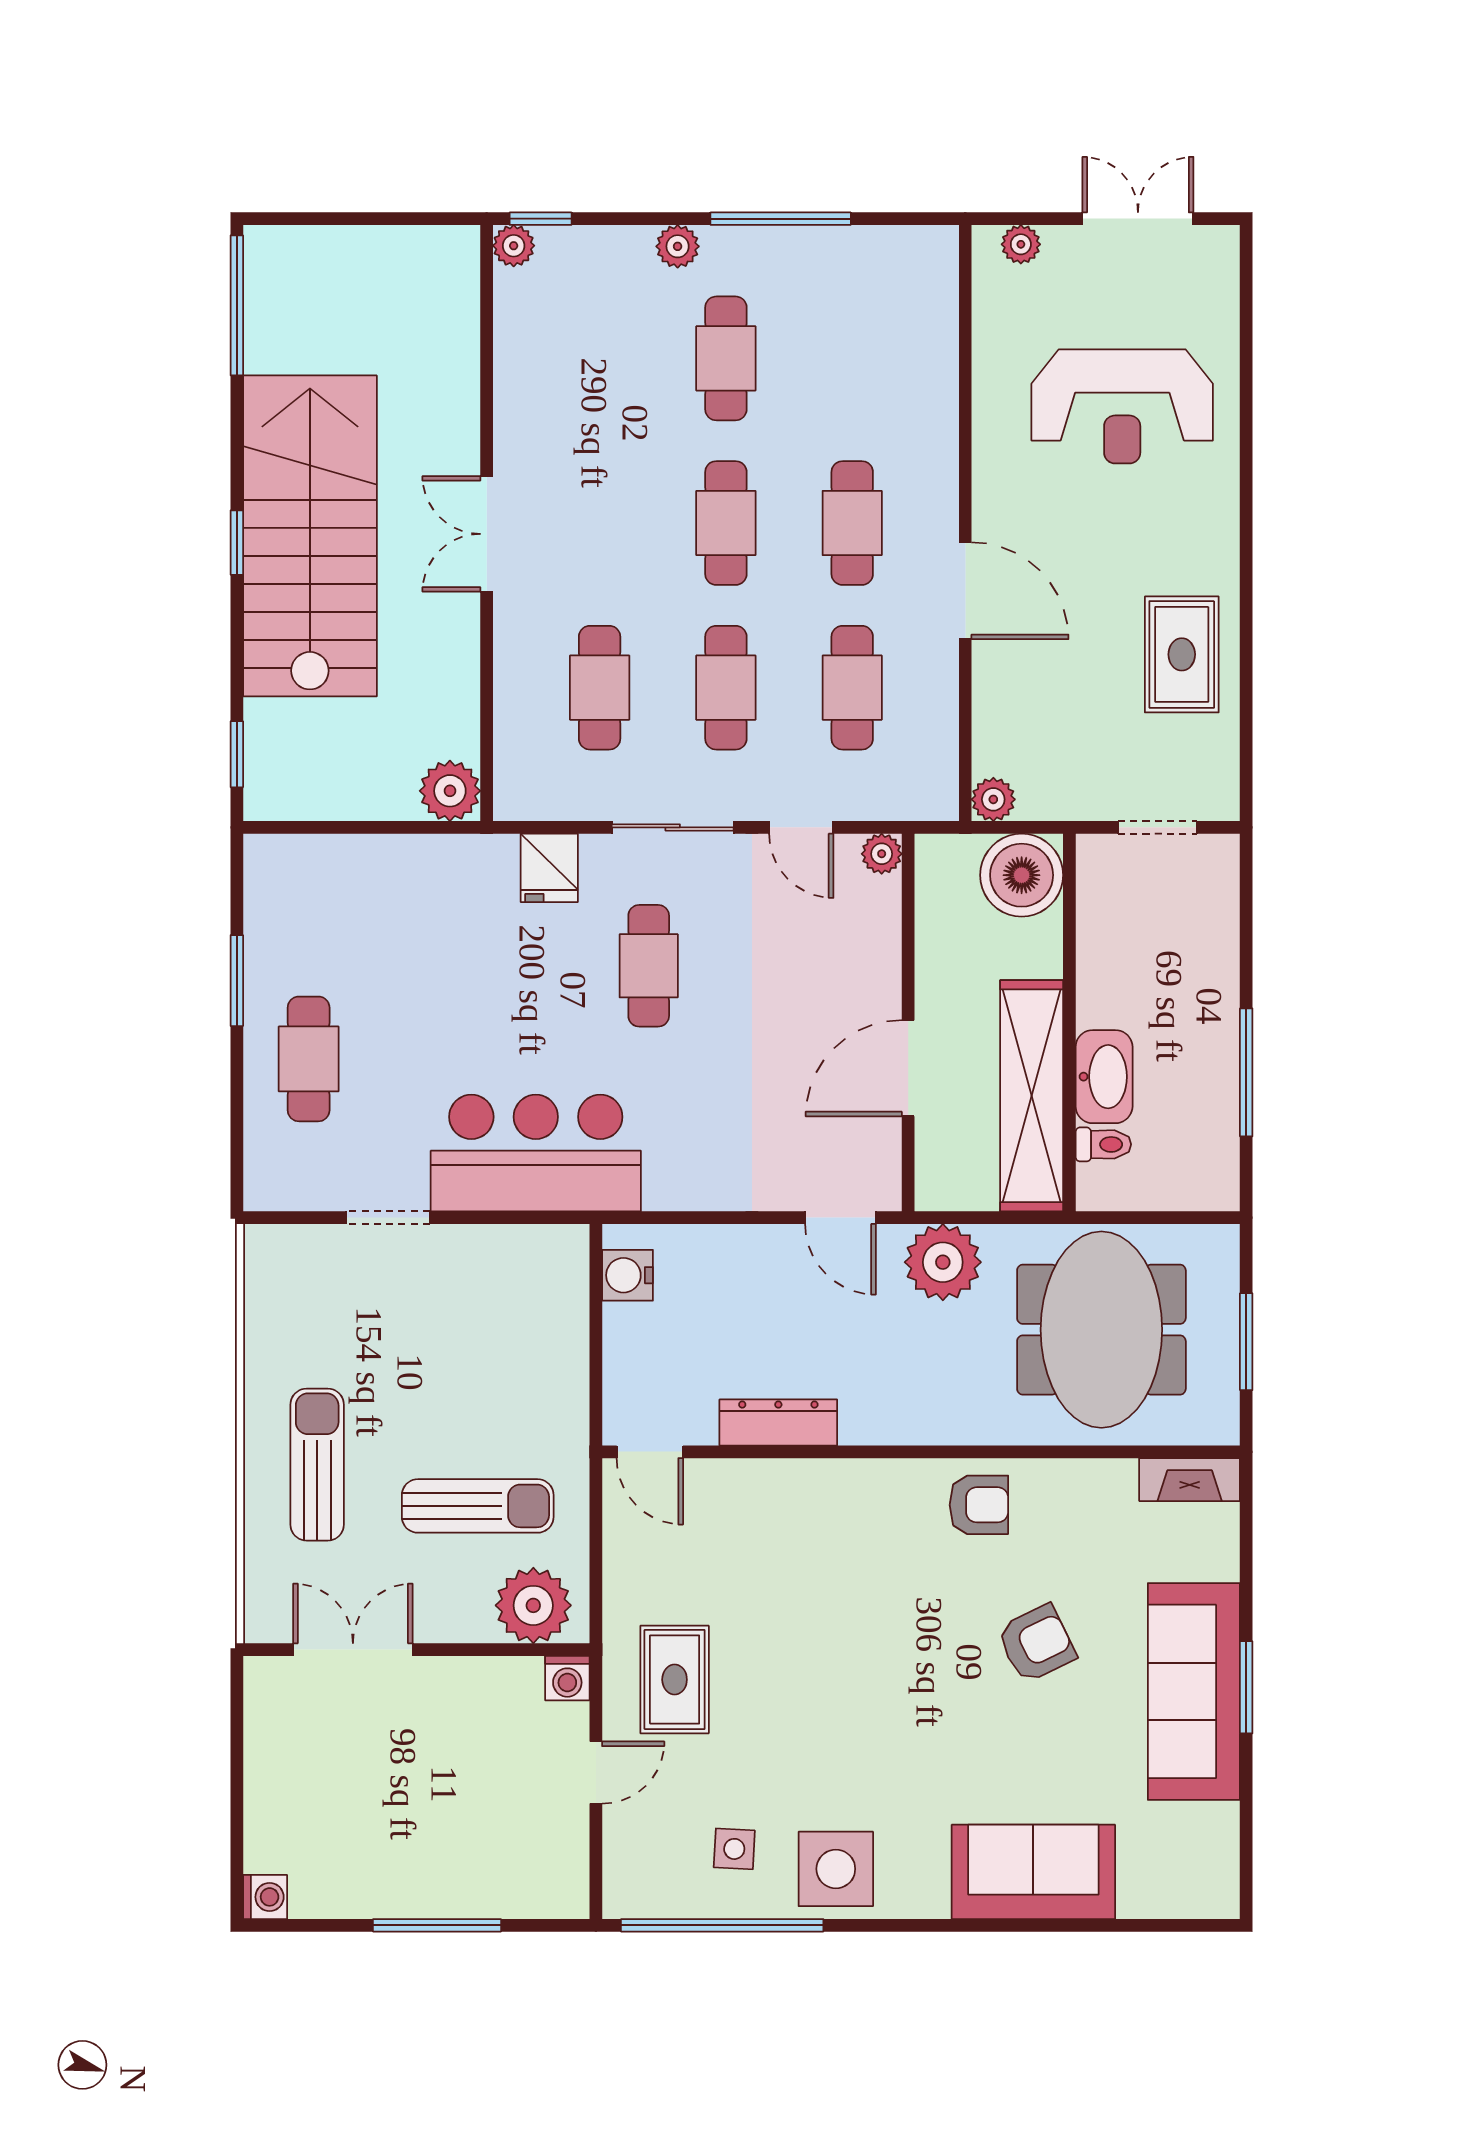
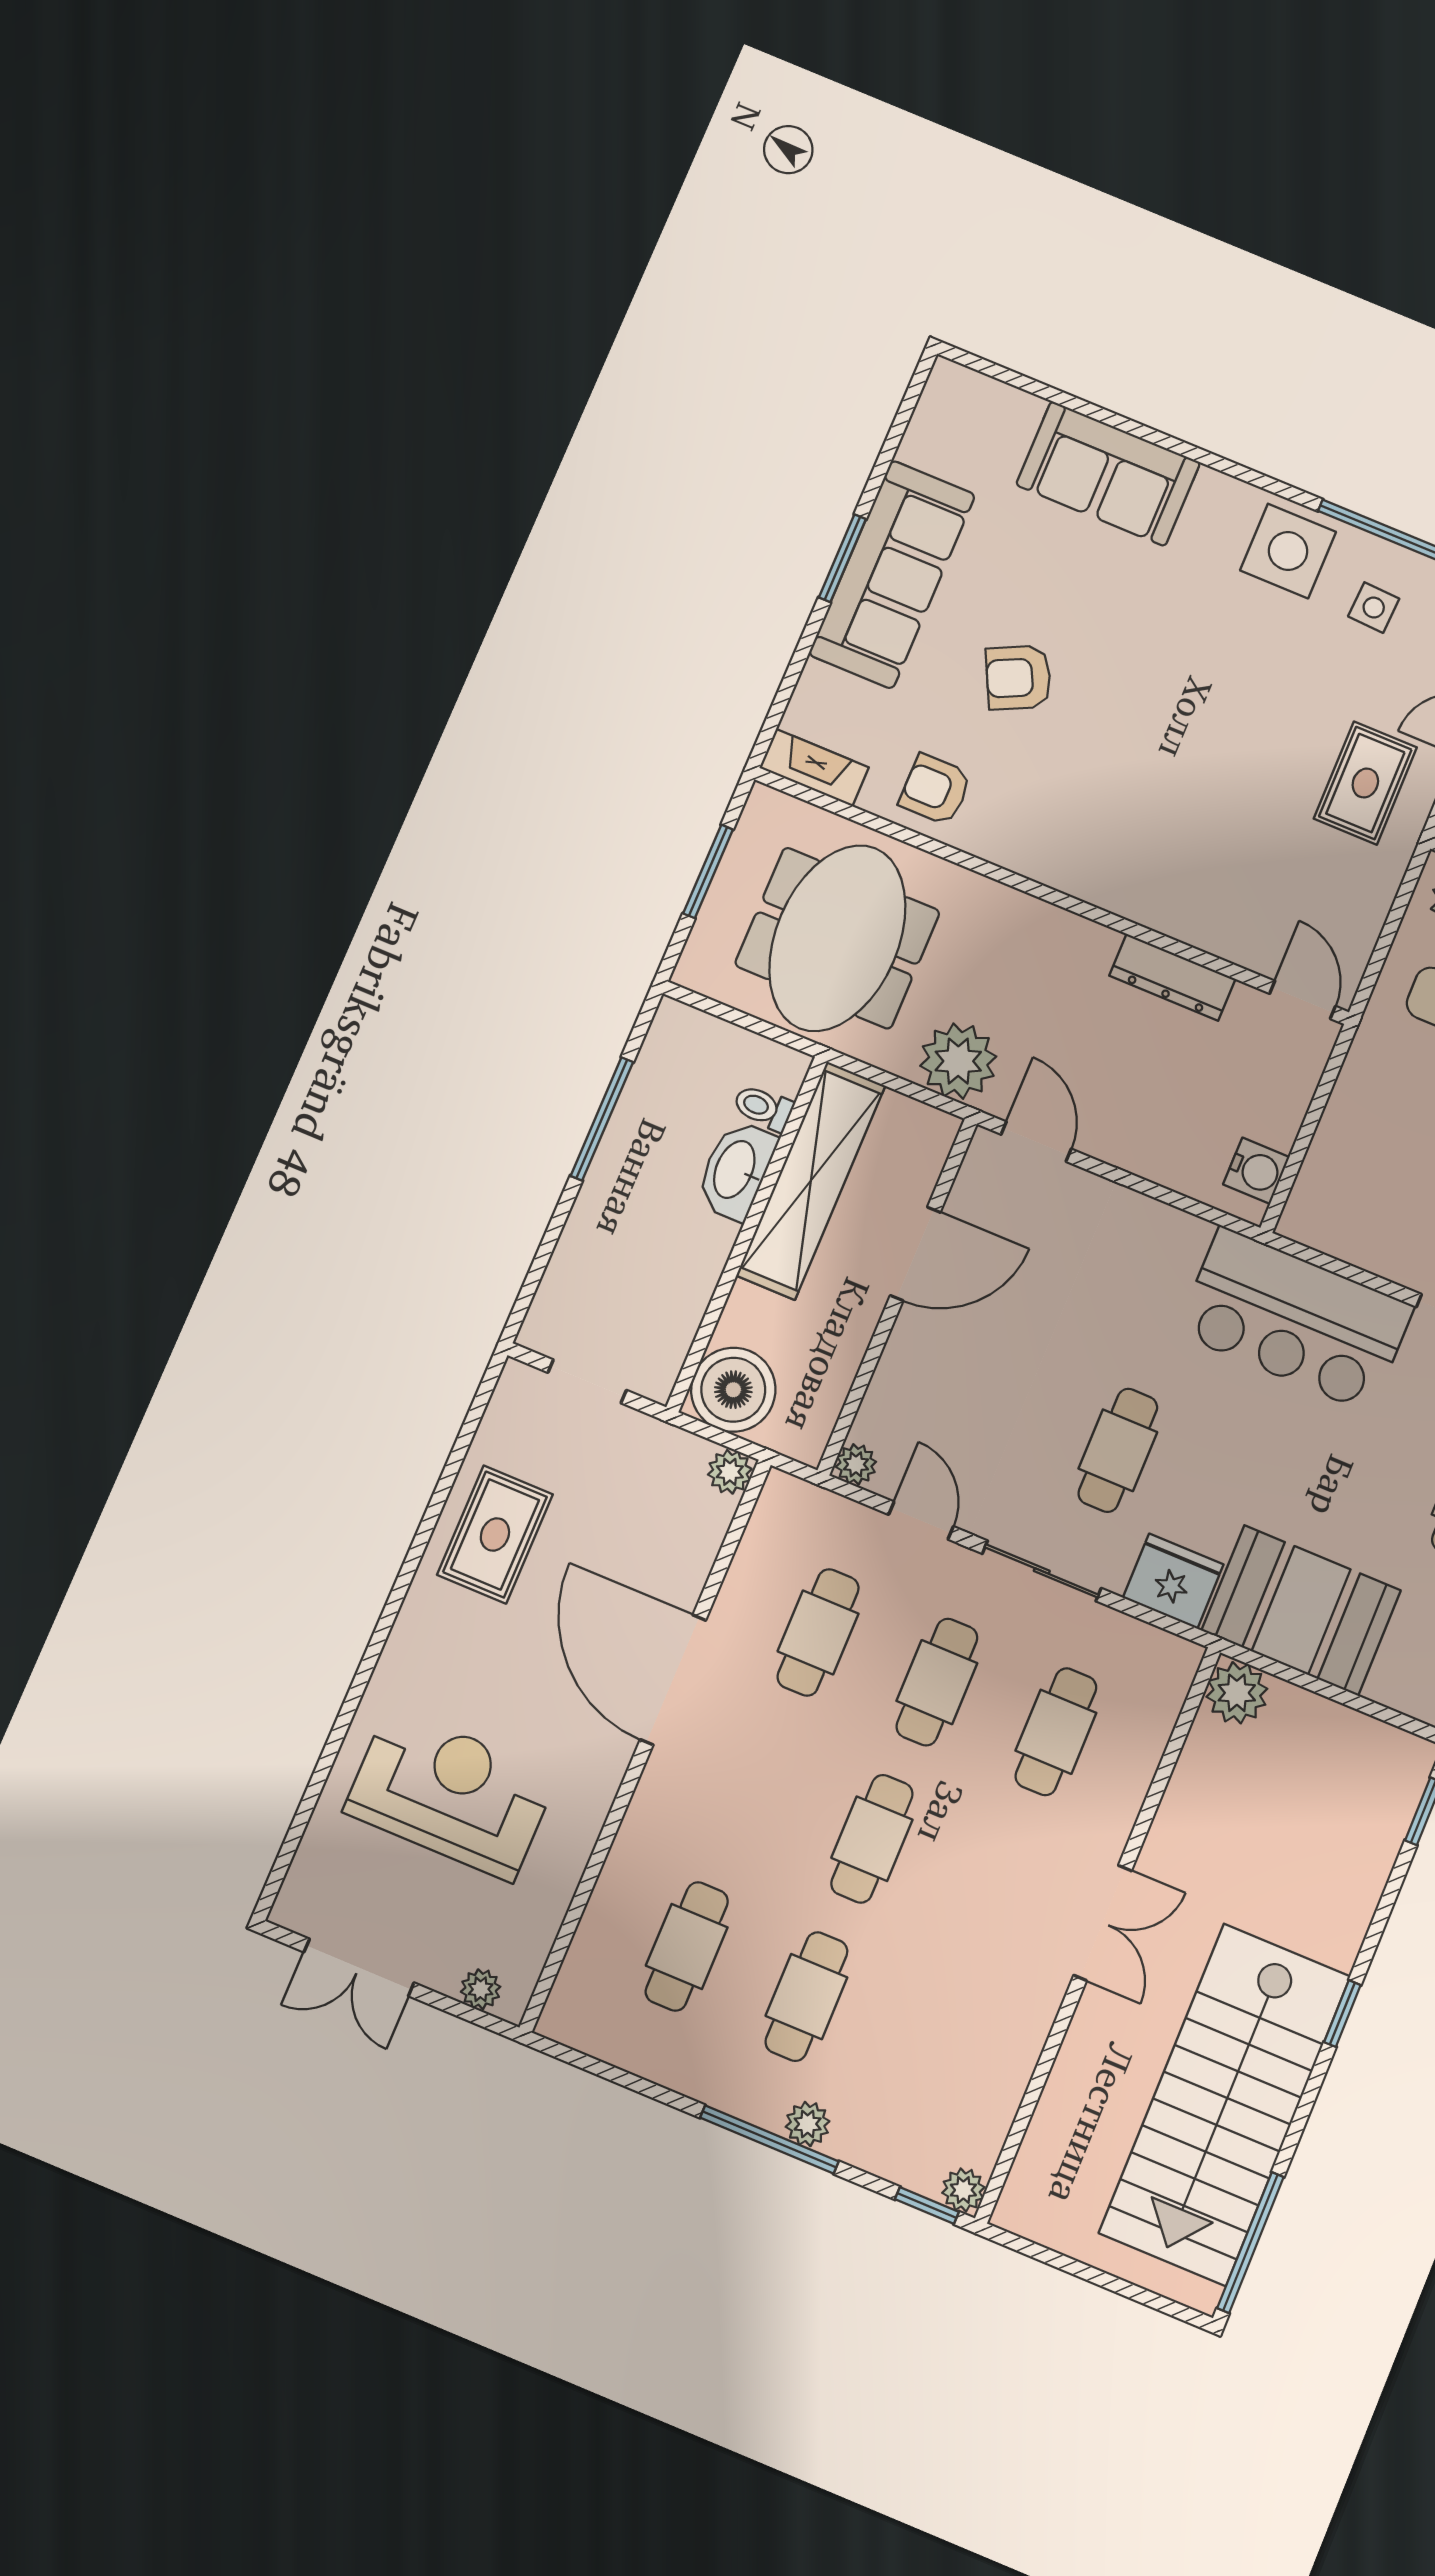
window: (781, 219) -> (769, 2139), moved
cafe table: (852, 523) -> (687, 1946), moved
stairs: (310, 536) -> (1225, 2104), moved
door: (965, 591) -> (673, 1680), width x1.36
fridge: (549, 868) -> (1173, 1581), width x1.38
booth: (422, 890) -> (1301, 1610), added
armchair: (979, 1505) -> (935, 789), moved

